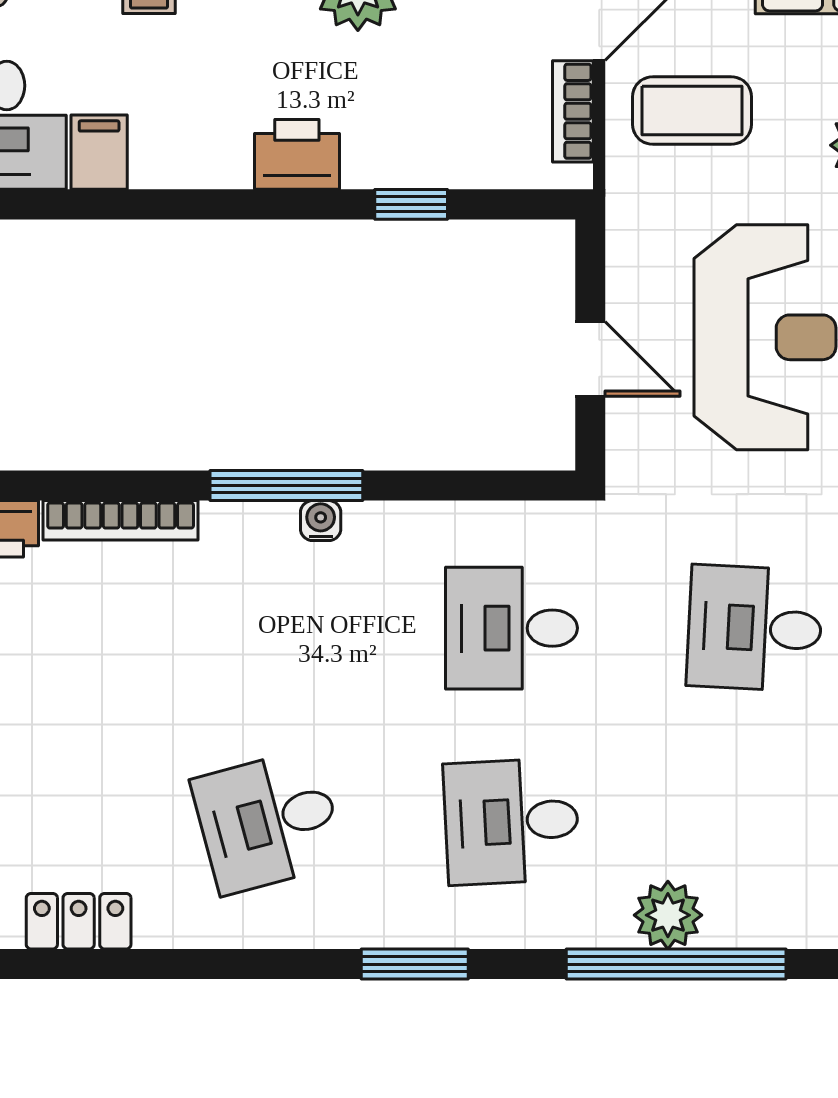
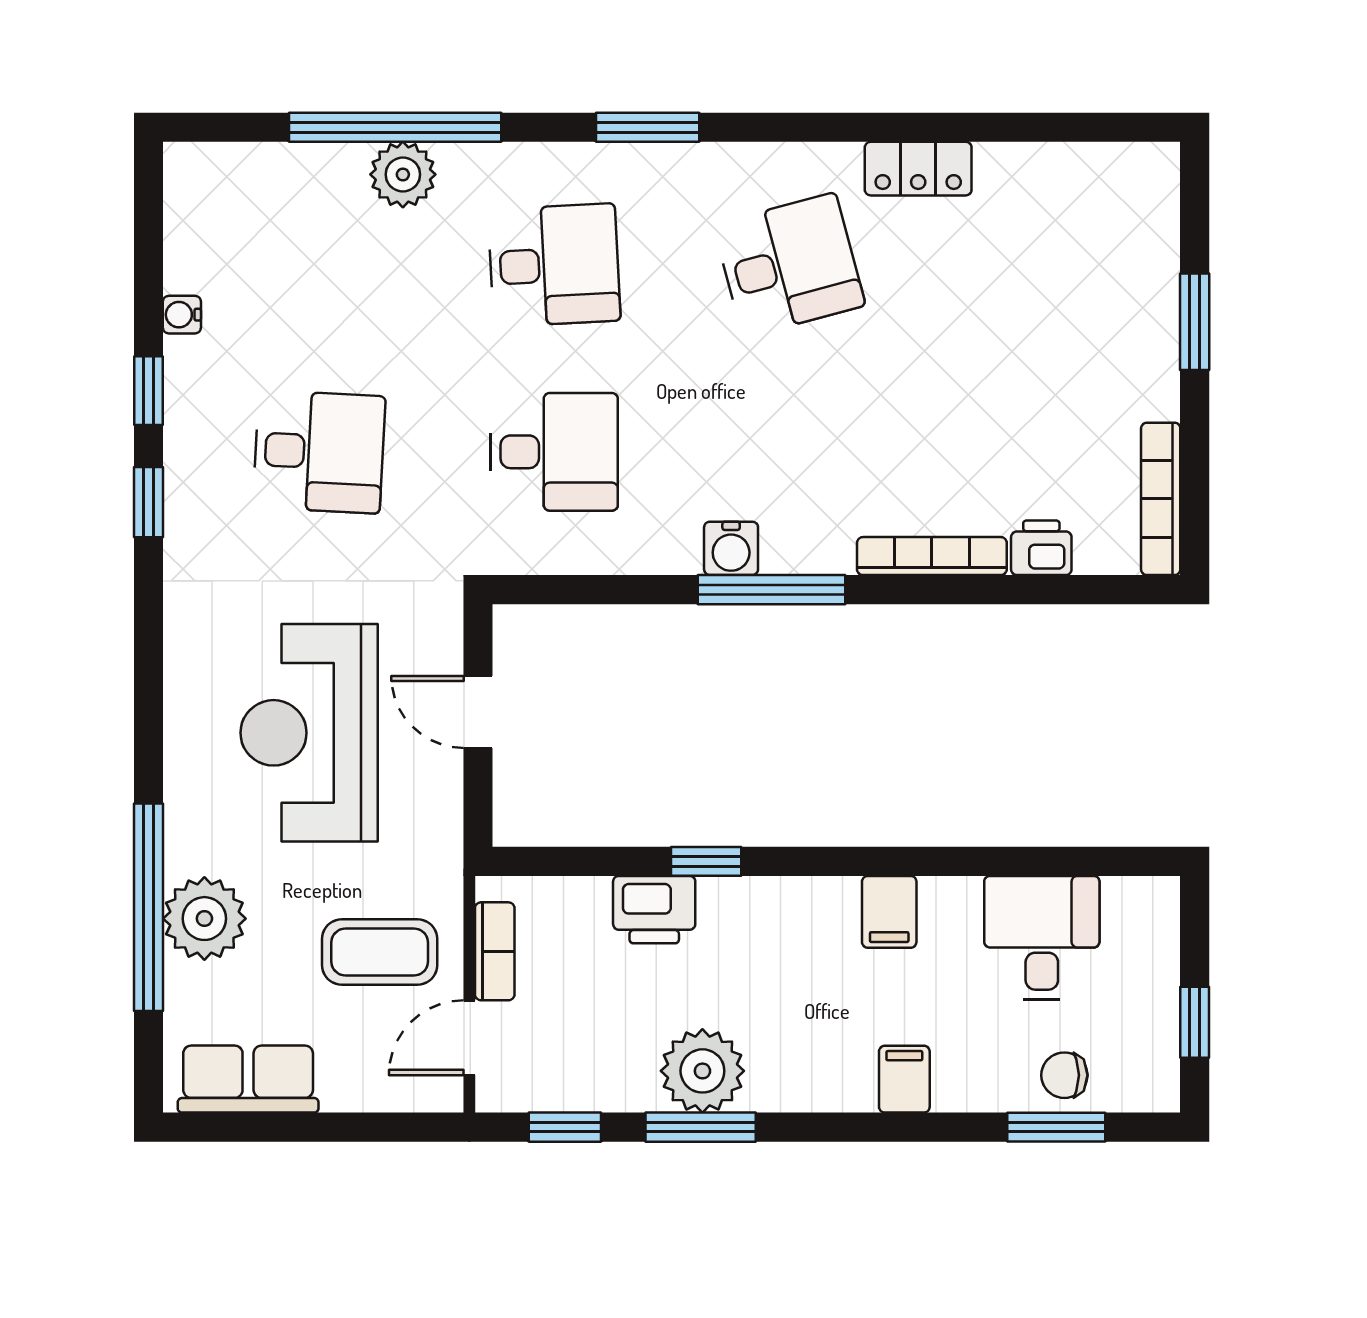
filing cabinet: (99, 152) -> (889, 912), moved
printer: (297, 154) -> (654, 910), moved
window: (411, 204) -> (706, 861), moved
water cooler: (321, 521) -> (731, 548), width x1.38, depth x1.38
locker: (79, 921) -> (918, 169), moved

